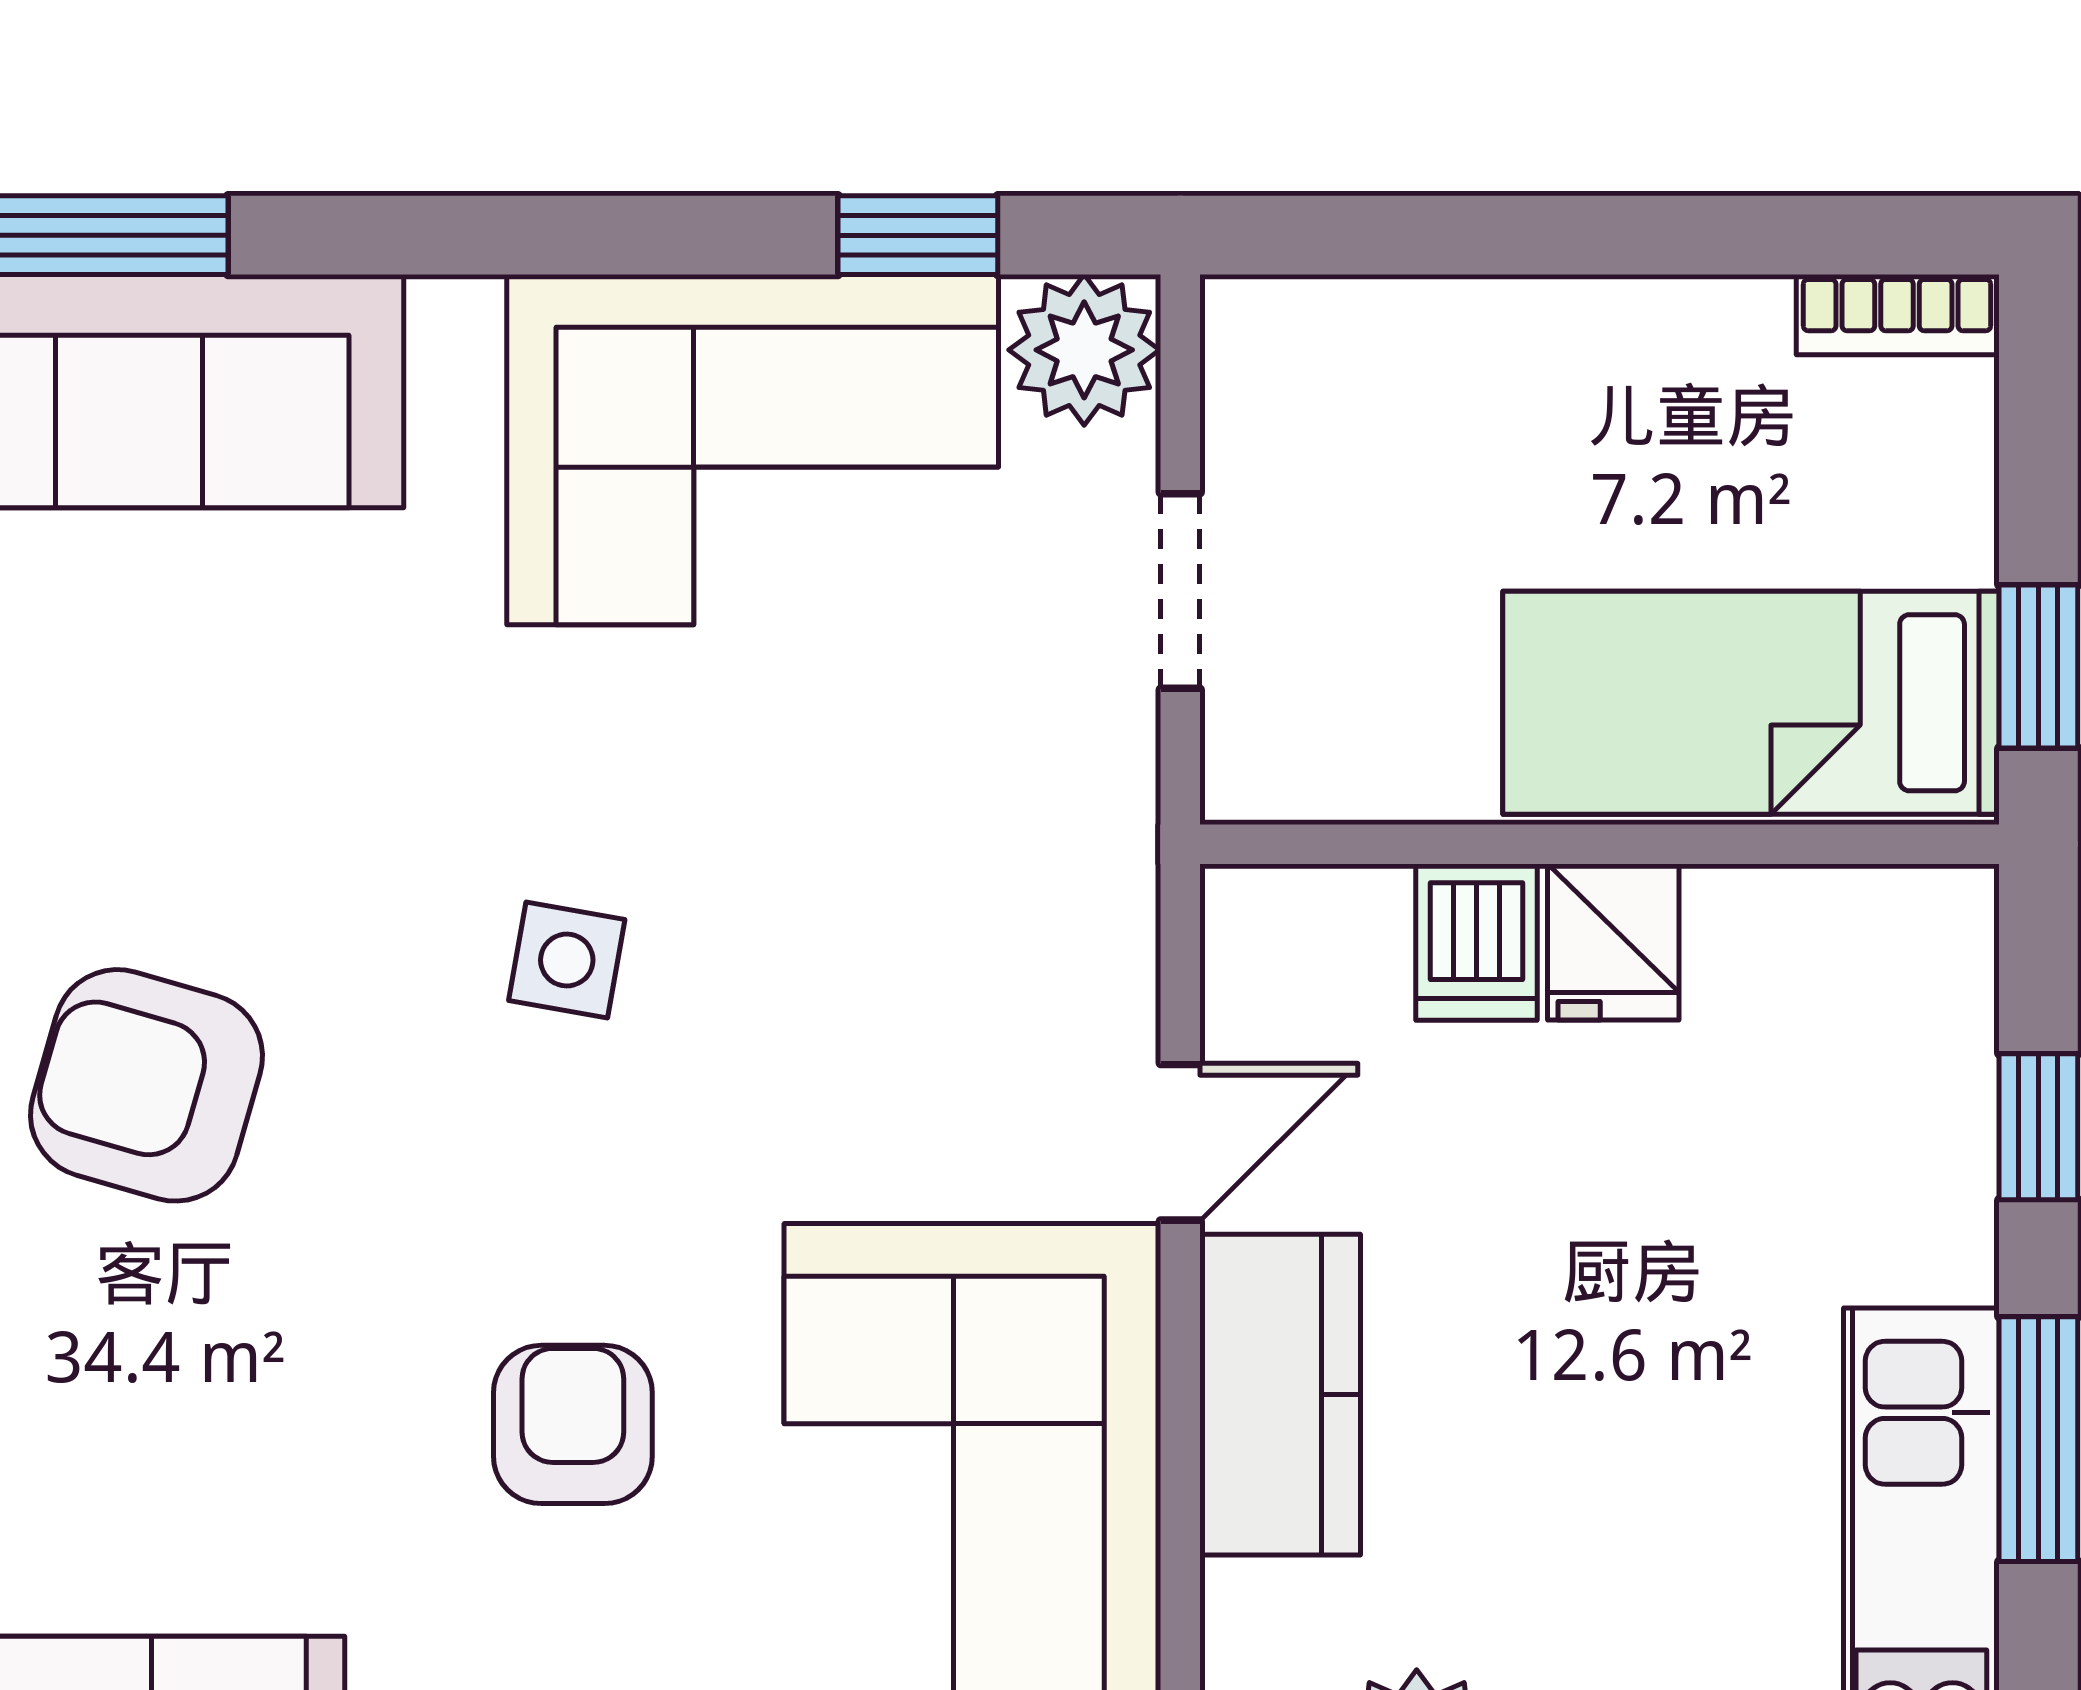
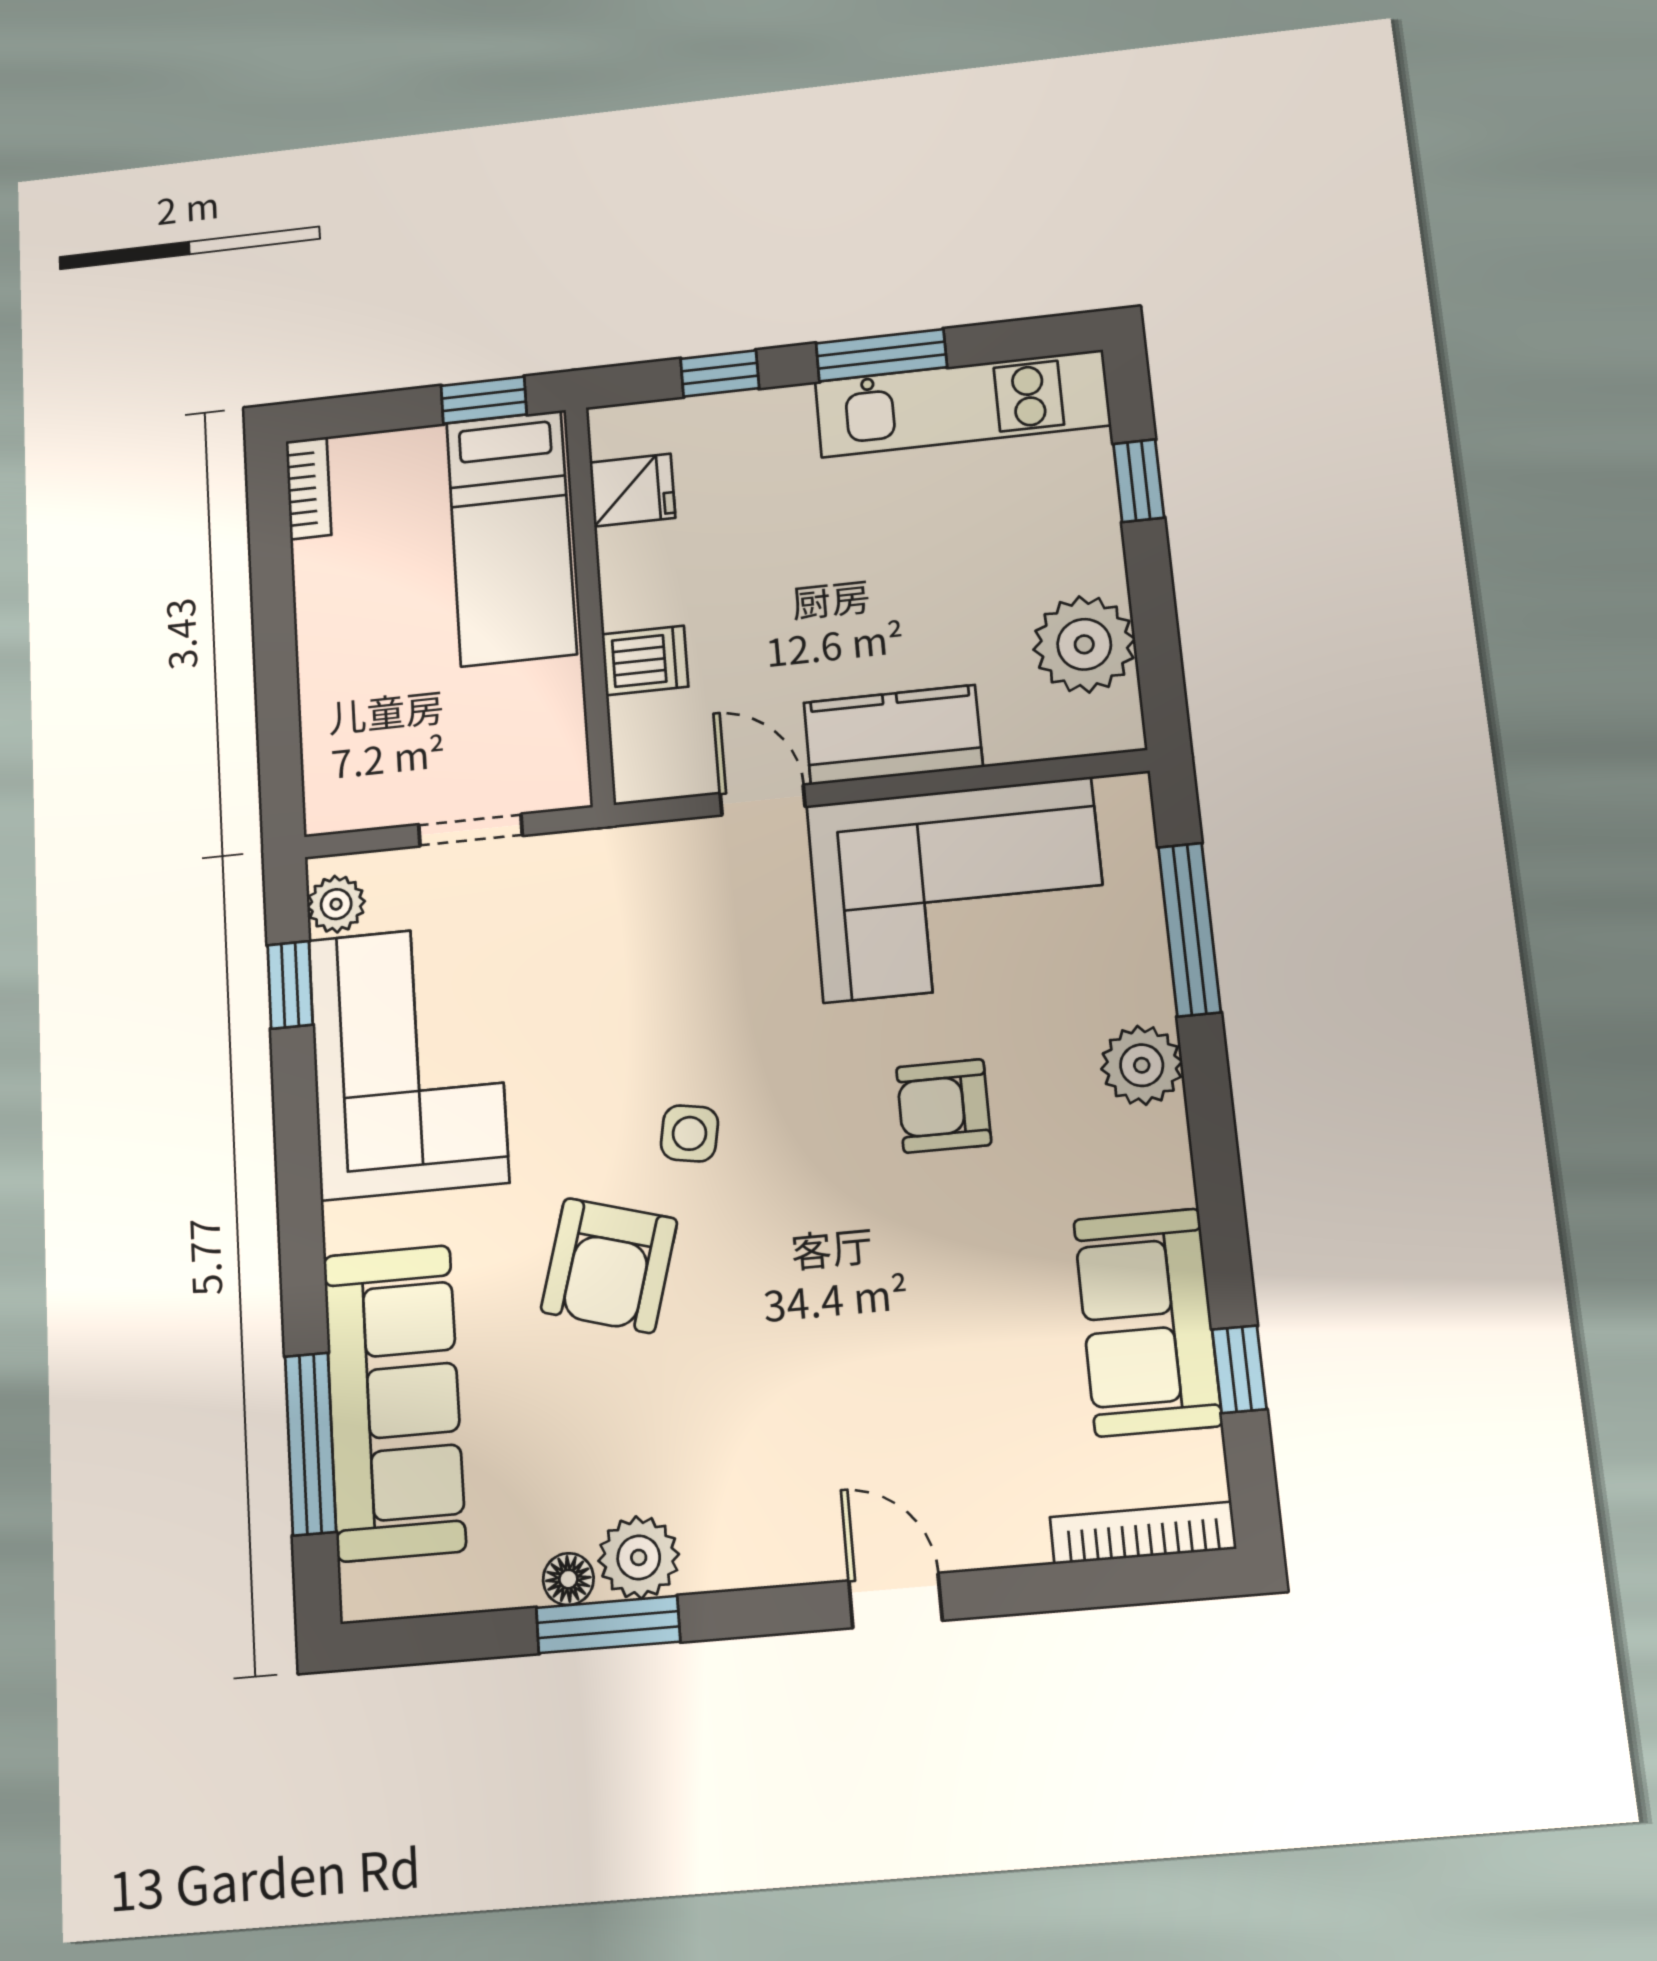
plant: (1084, 350) -> (336, 904), width x0.73, depth x0.73
fridge: (1613, 942) -> (632, 490), moved
armchair: (146, 1085) -> (609, 1265), moved

